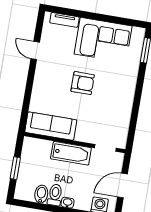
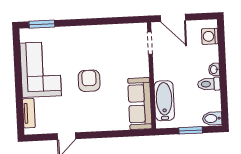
bathtub: (71, 153) -> (164, 101), moved
door: (123, 186) -> (173, 18), moved
bidet: (41, 194) -> (212, 119), moved

